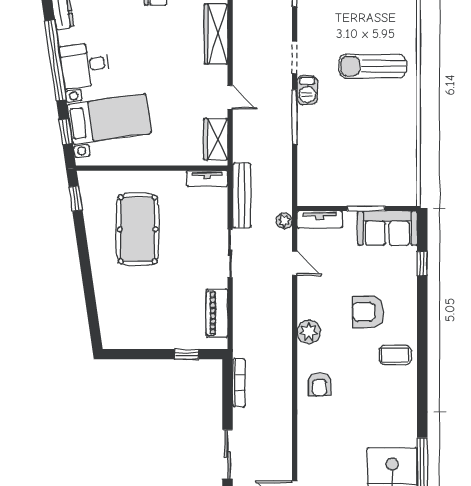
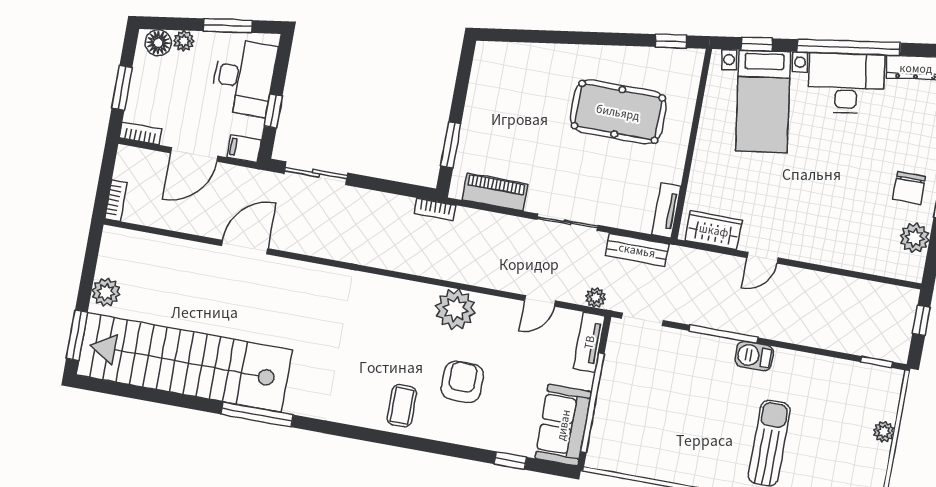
wardrobe: (216, 34) -> (845, 255), removed
doorway: (295, 58) -> (642, 319), moved
desk: (85, 65) -> (846, 83), width x1.37
bench: (242, 195) -> (637, 250), width x0.73
window: (366, 208) -> (592, 403), width x2.11
plant: (309, 332) -> (455, 309), width x1.36, depth x1.36
window: (187, 354) -> (451, 145), width x1.50
bookcase: (239, 383) -> (435, 209), moved, width x0.64
armchair: (319, 384) -> (383, 304), removed

